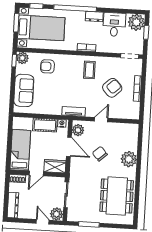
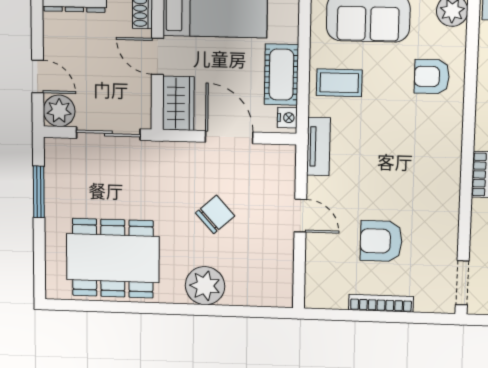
armchair: (47, 66) -> (432, 77), turned -90
coffee table: (89, 70) -> (339, 83), moved
armchair: (112, 88) -> (381, 241), turned 133
plant: (78, 130) -> (272, 159), removed
door: (69, 147) -> (229, 137), swing flipped
door: (43, 222) -> (38, 76), hinge flipped

